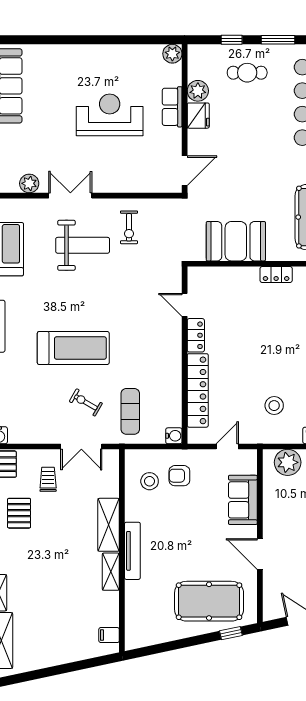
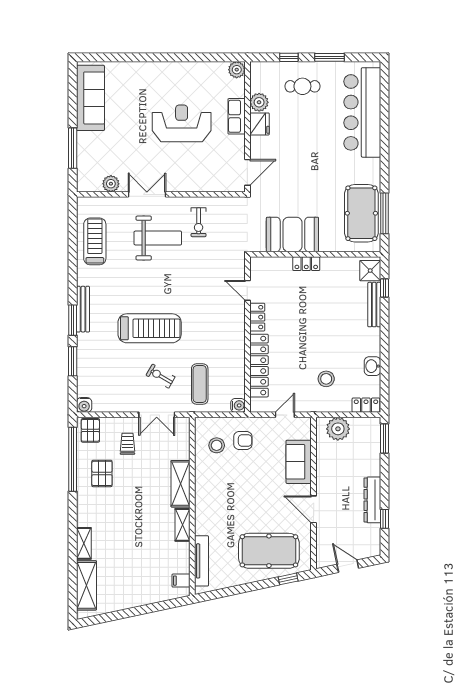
locker: (276, 274) -> (306, 264), moved
armchair: (179, 476) -> (243, 440), turned 180
tv unit: (132, 551) -> (202, 561), moved

